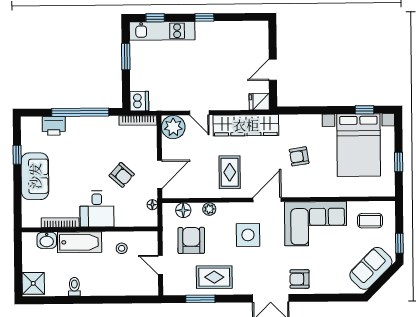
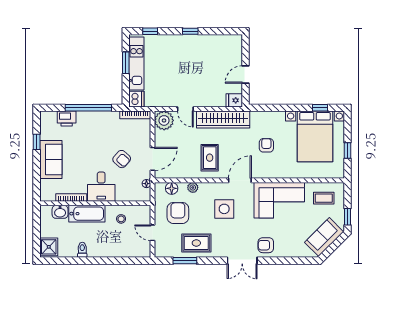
kitchen unit: (162, 31) -> (136, 63), moved, turned -90
armchair: (299, 156) -> (266, 145), turned 99

